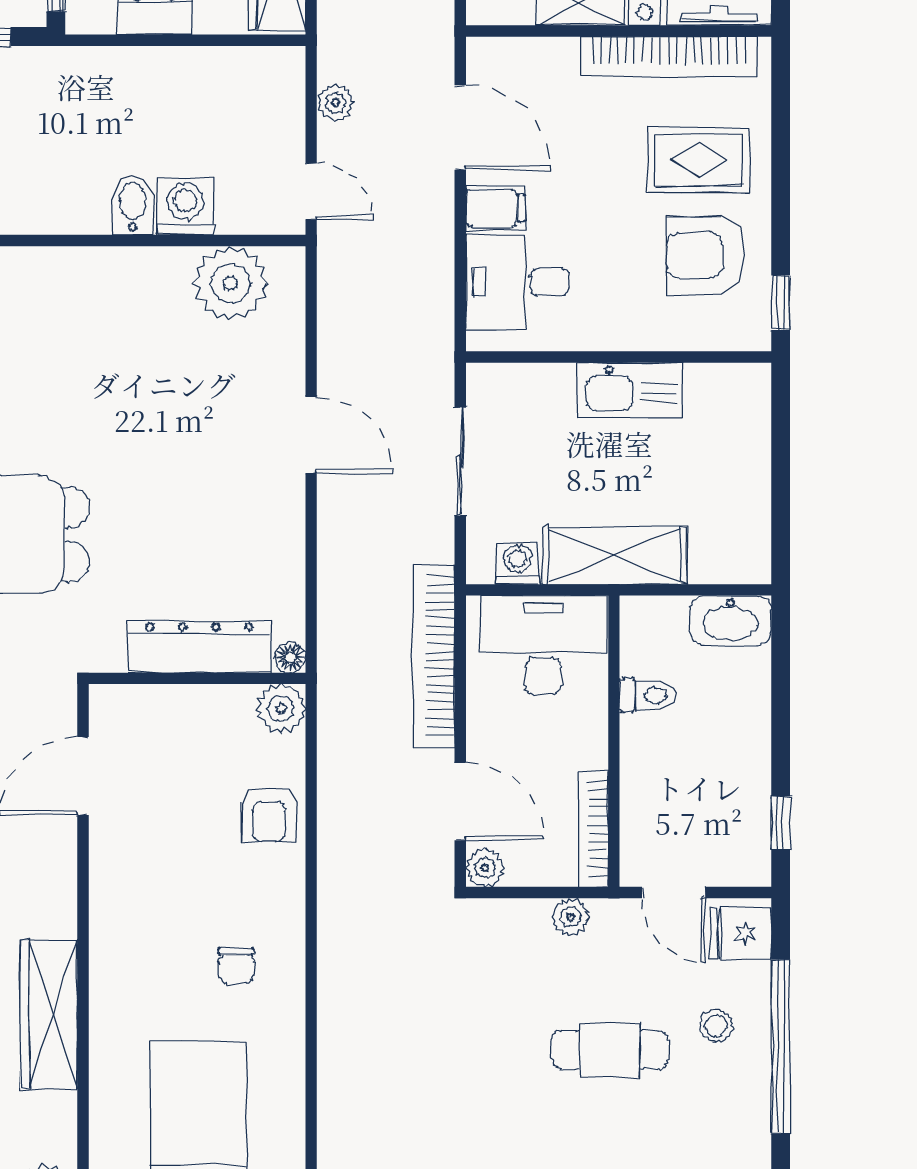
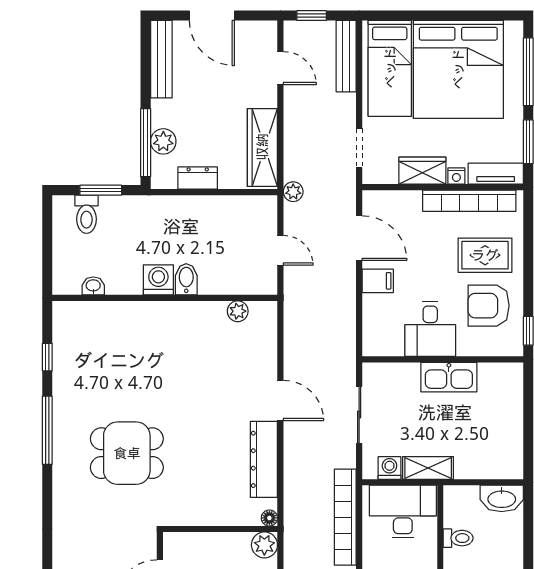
plant: (335, 103) -> (293, 192), moved
door: (311, 191) -> (280, 250), moved
washing machine: (186, 206) -> (158, 280), moved
desk: (517, 282) -> (430, 329), moved, turned -90
plant: (230, 283) -> (238, 311), width x0.53, depth x0.53
shelving: (615, 555) -> (428, 468), width x0.67, depth x0.75
dresser: (199, 647) -> (264, 459), moved, turned -90

